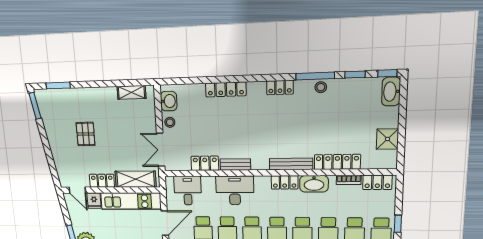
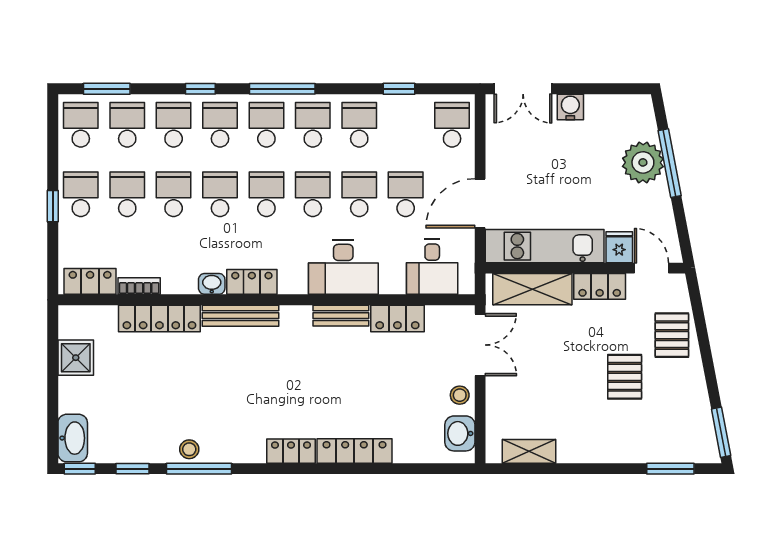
locker: (280, 87) -> (291, 451), moved
pallet: (64, 156) -> (672, 335), added
washbasin: (314, 184) -> (212, 284), width x0.52, depth x0.69

